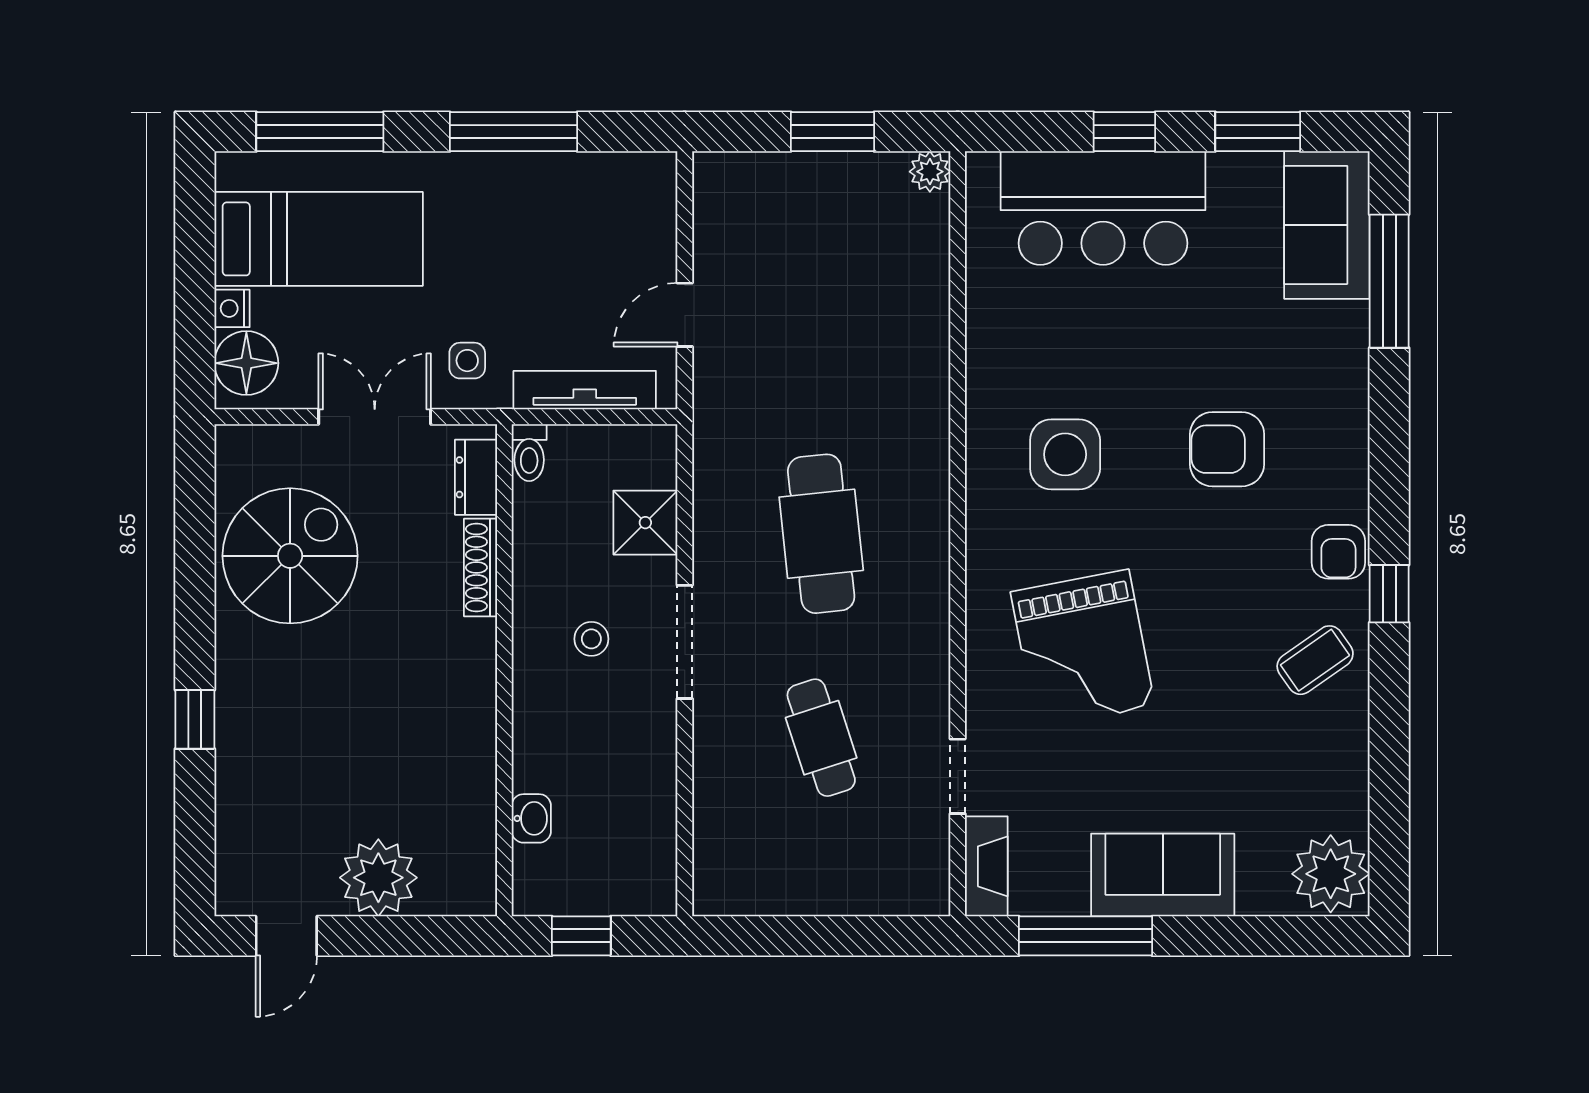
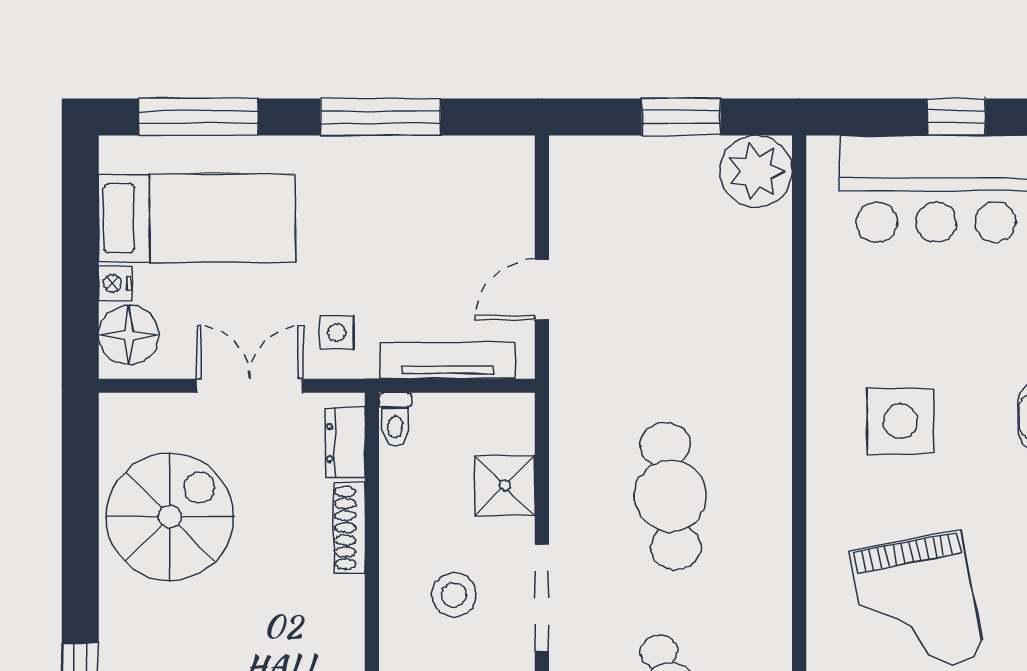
plant: (930, 172) -> (756, 171), width x1.88, depth x1.88
stool: (591, 639) -> (454, 595), width x1.37, depth x1.37

